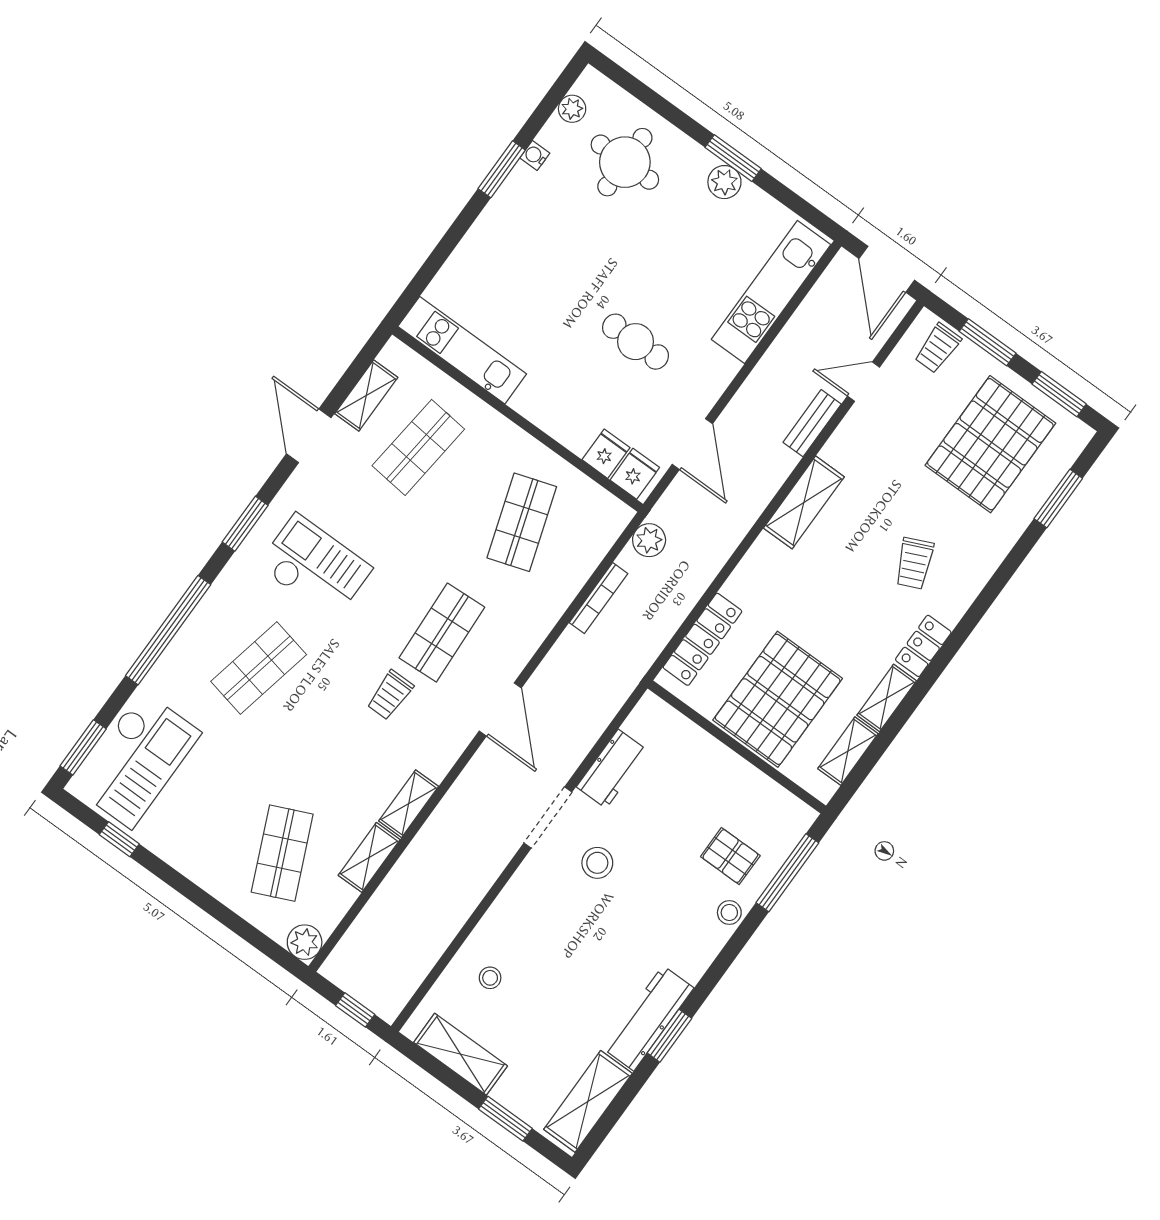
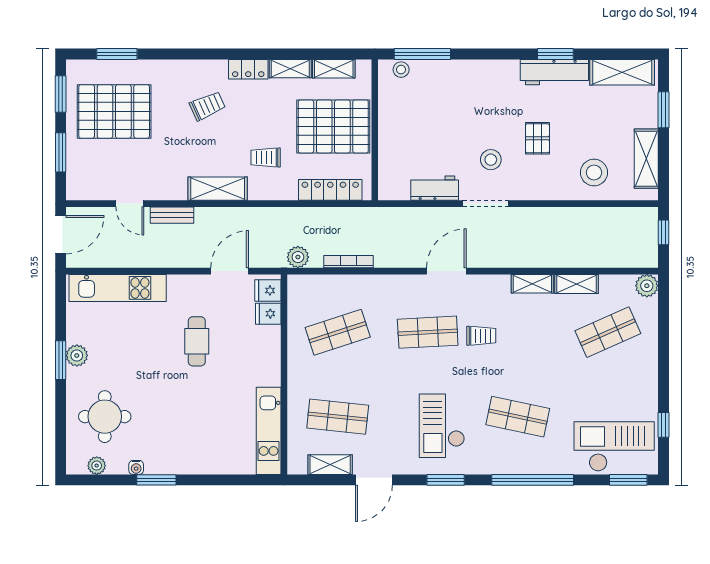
trolley: (938, 348) -> (266, 157), moved, turned 180
pallet: (730, 856) -> (537, 138), moved
stool: (729, 913) -> (401, 70), moved
stool: (490, 978) -> (594, 173), width x1.89, depth x1.89

